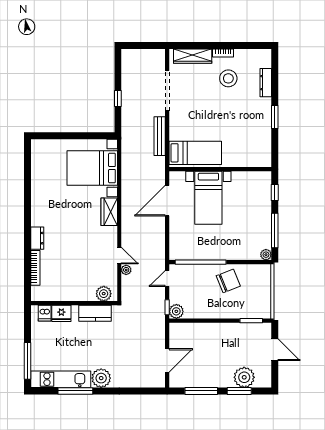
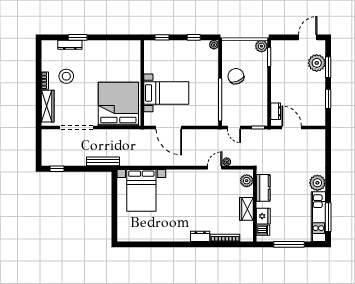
window: (118, 98) -> (57, 169), moved
window: (275, 117) -> (78, 37), moved
bench: (160, 136) -> (103, 161), moved
bed: (195, 153) -> (118, 104), width x2.04
wardrobe: (109, 212) -> (246, 209), moved, turned 90
window: (275, 231) -> (194, 37), width x0.46
plant: (176, 311) -> (261, 46), moved
dresser: (187, 328) -> (276, 111), added
door: (275, 350) -> (308, 37), moved
door: (167, 360) -> (292, 128), moved
window: (28, 361) -> (289, 244), moved
window: (75, 391) -> (328, 217), moved
window: (201, 391) -> (328, 99), width x0.69

